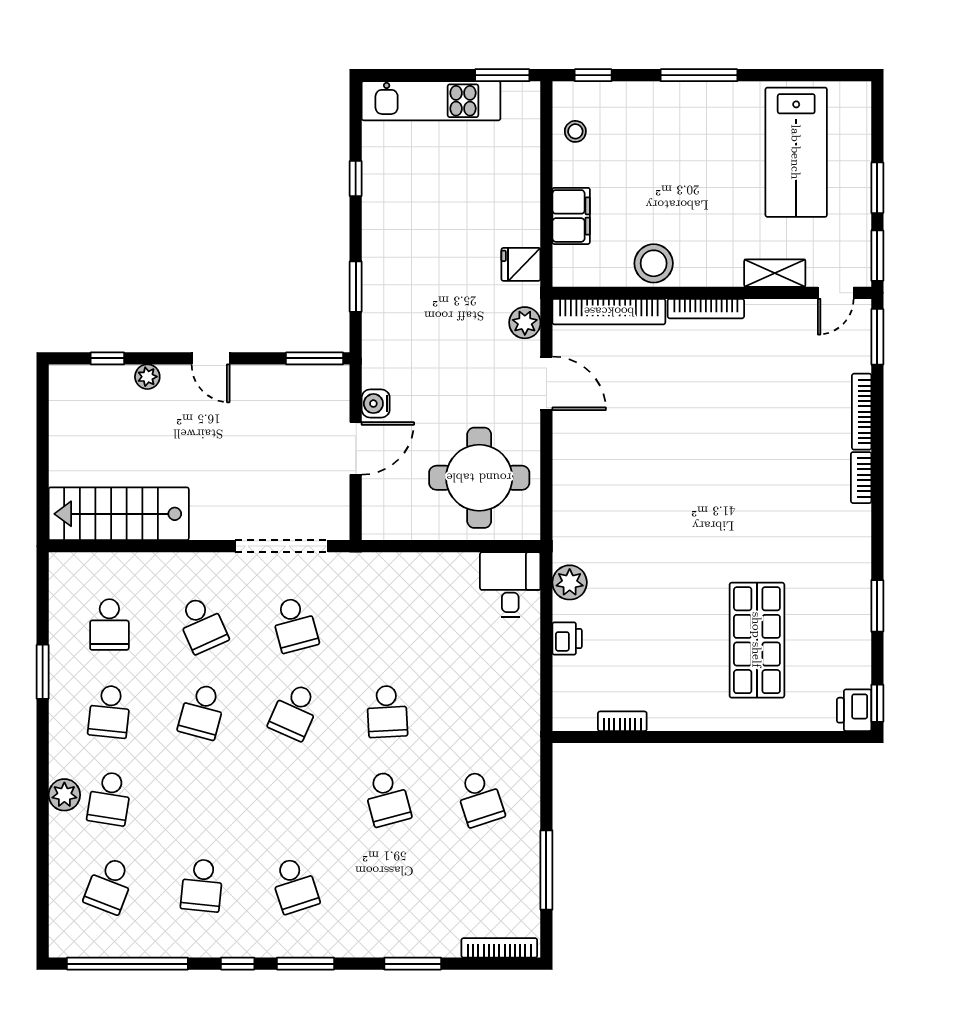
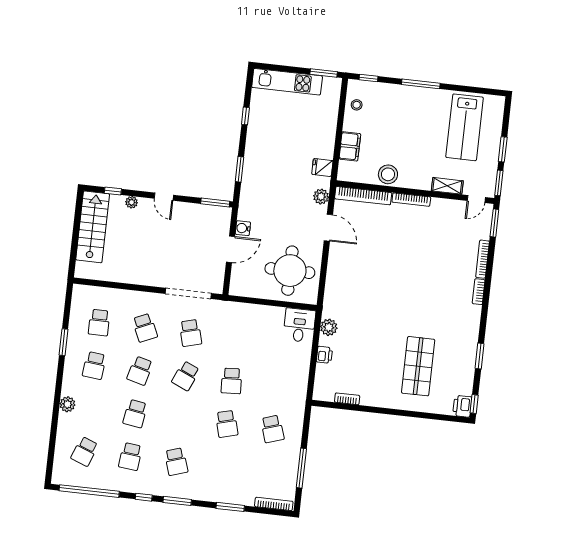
stairs: (119, 514) -> (93, 227), moved, turned 90
school desk: (109, 798) -> (135, 414), moved

